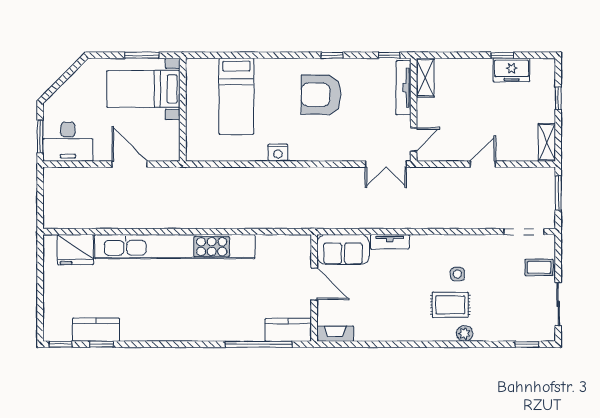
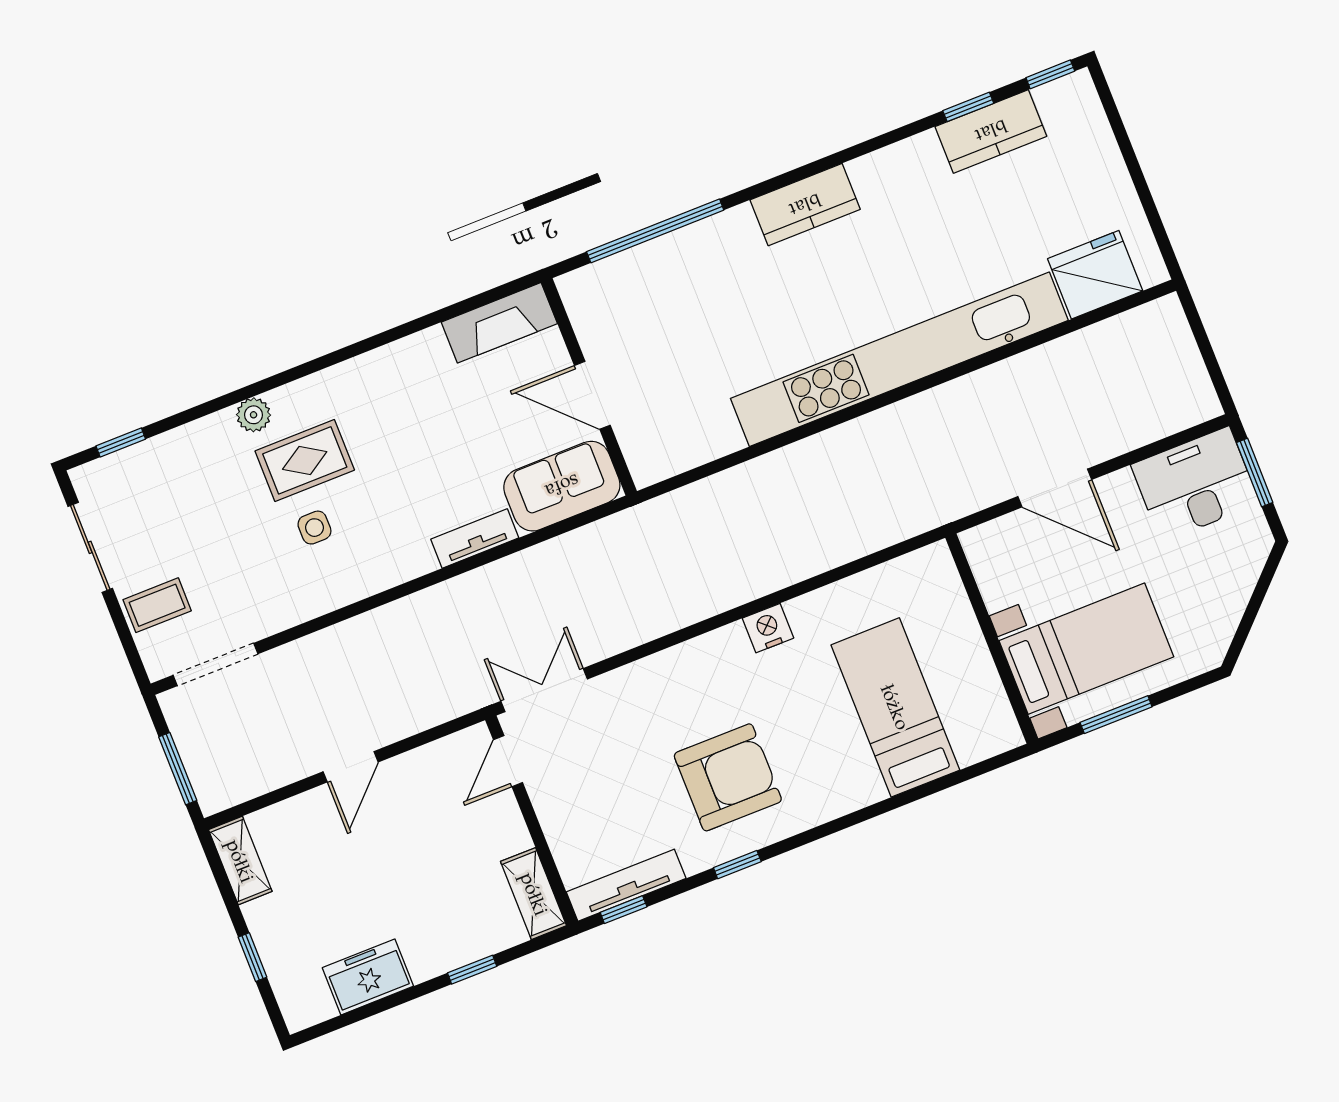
window: (502, 55) -> (472, 970), moved
tv unit: (403, 88) -> (626, 885), moved, turned -90
kitchen counter: (288, 330) -> (805, 205), moved
fireplace: (335, 334) -> (499, 323), width x1.37, depth x1.32

